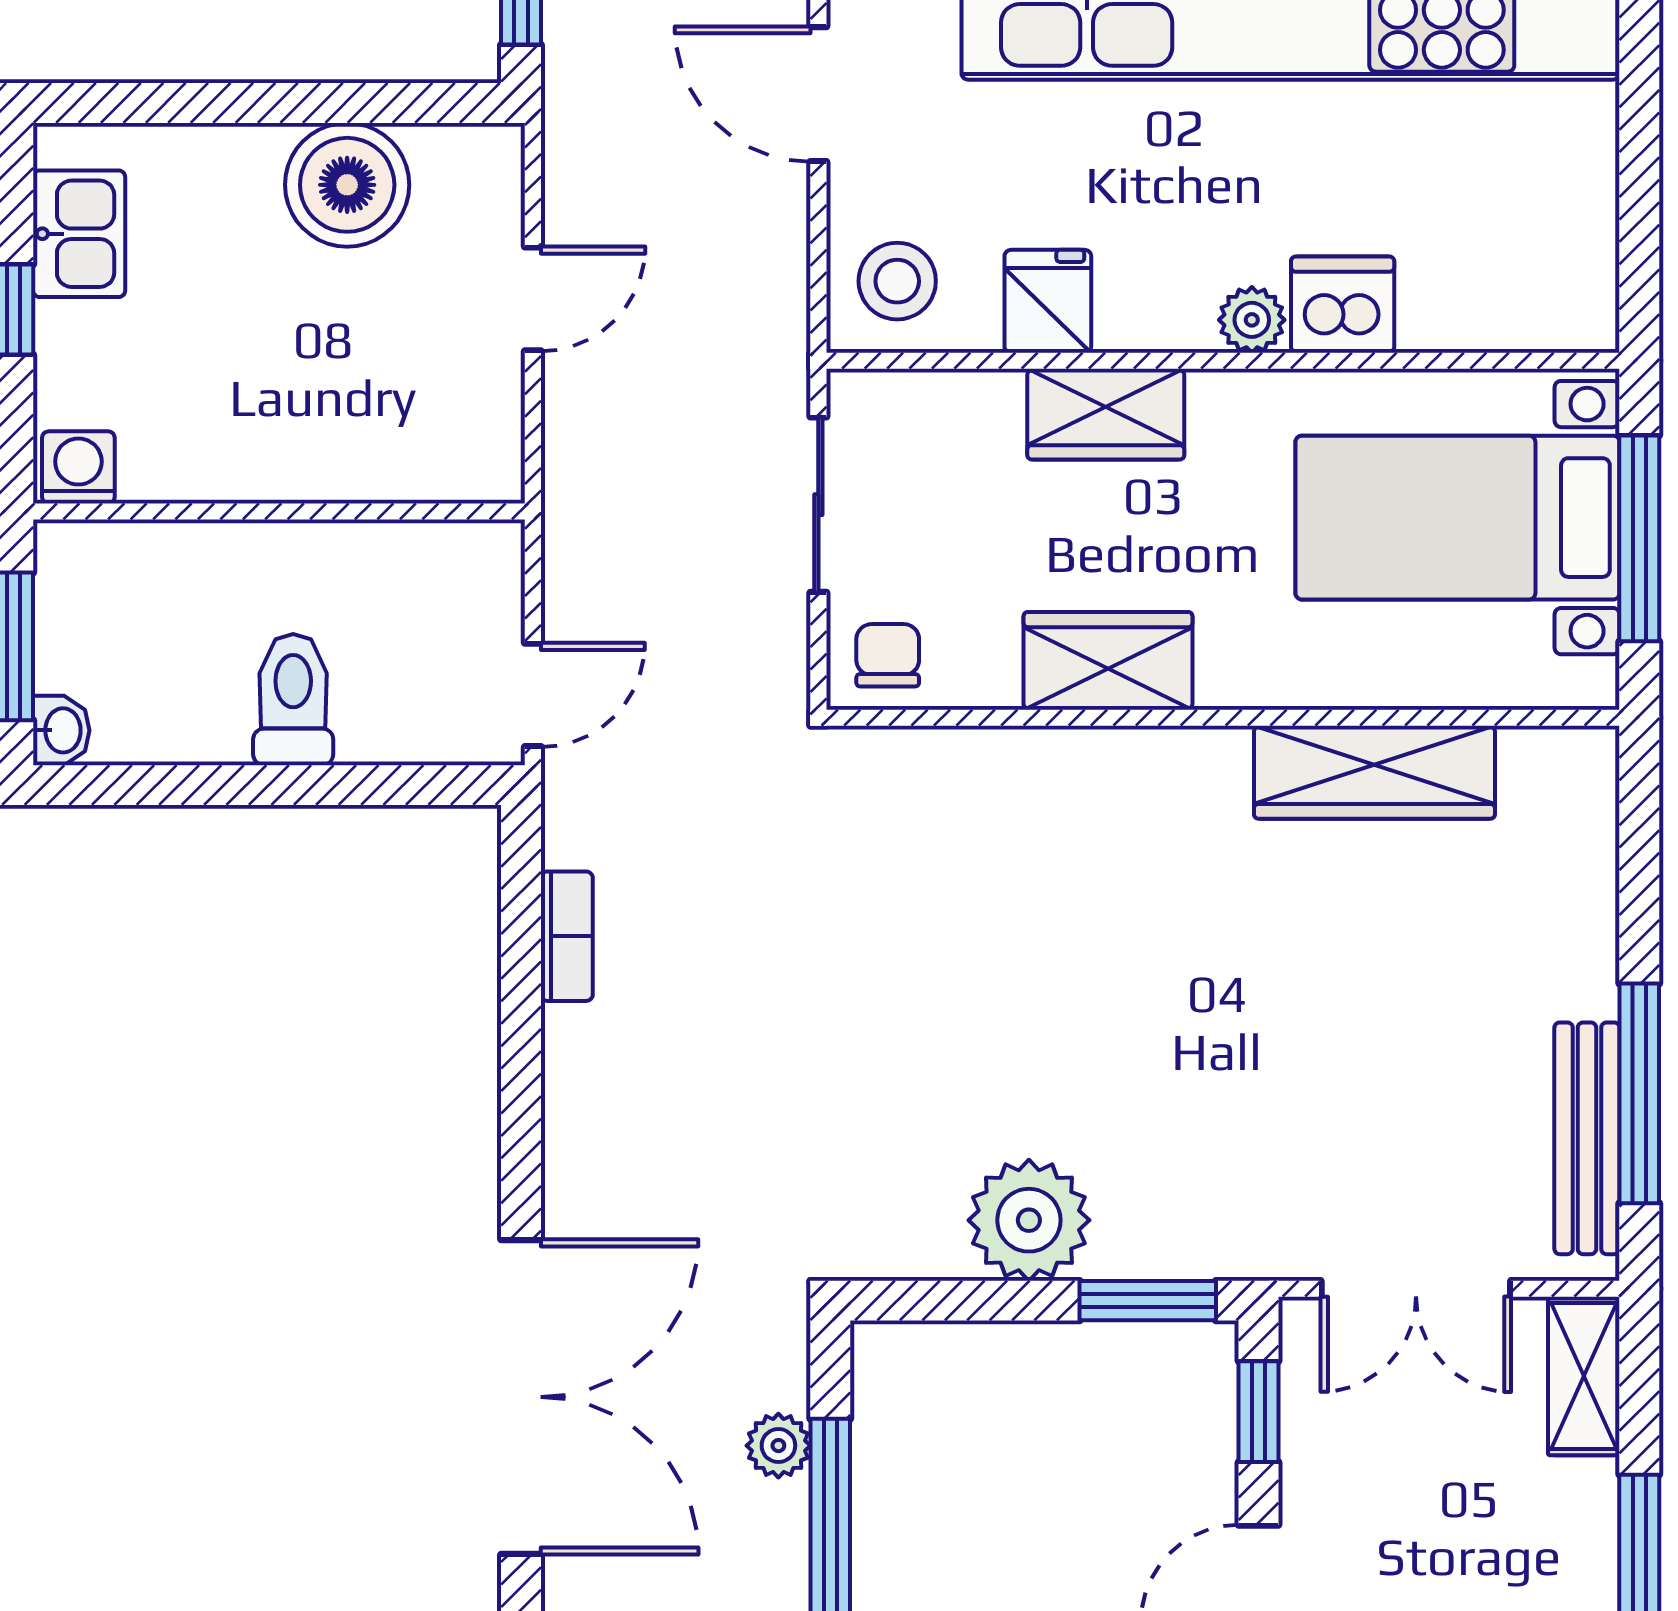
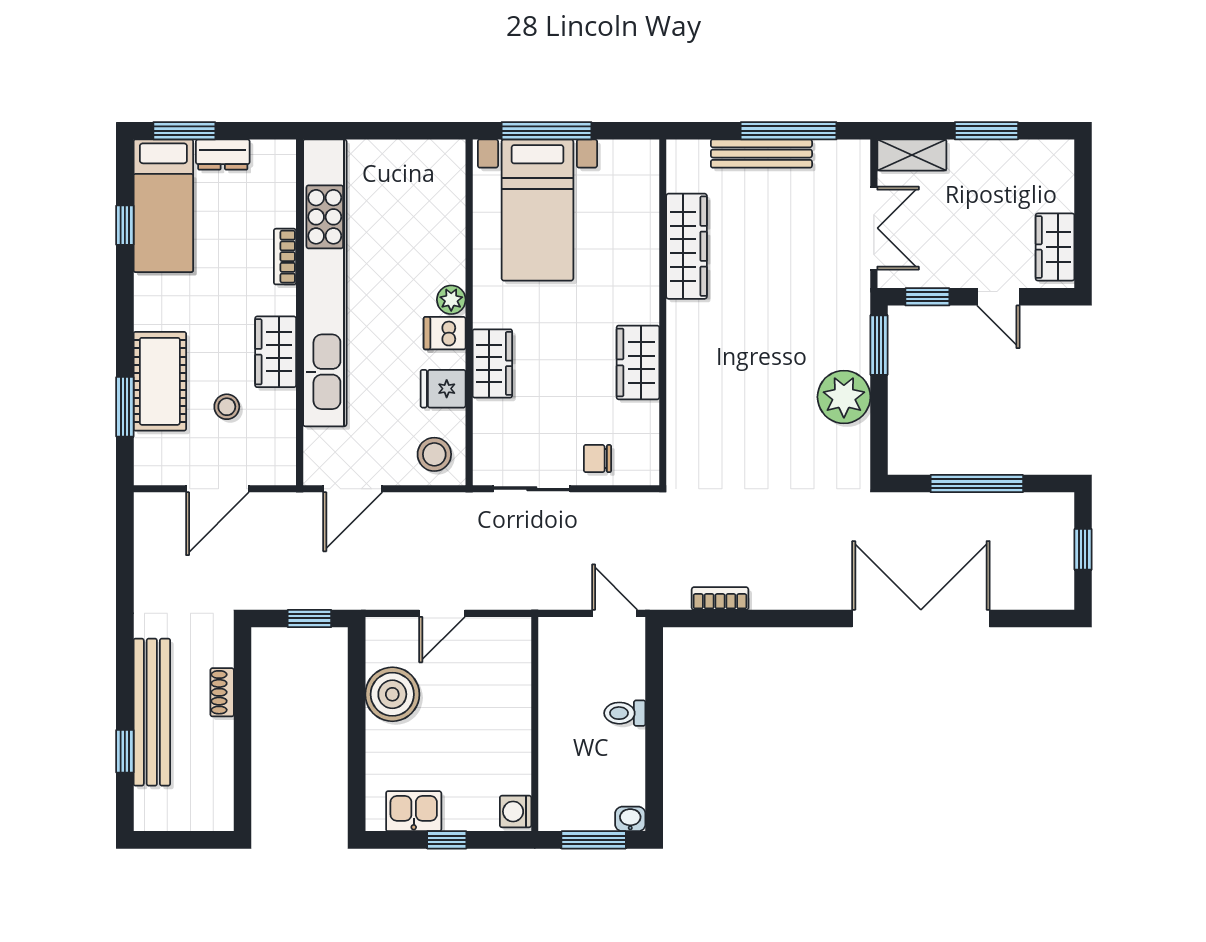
door: (533, 299) -> (442, 613), swing flipped
dishwasher: (1343, 305) -> (445, 333), moved, width x0.73
wardrobe: (1108, 661) -> (638, 362), moved
toilet: (293, 700) -> (625, 713), width x0.73, depth x0.72
wall: (1223, 718) -> (663, 312), moved
wardrobe: (1374, 772) -> (687, 246), moved
bench: (1587, 1138) -> (761, 154), moved
plant: (778, 1446) -> (942, 506), removed

